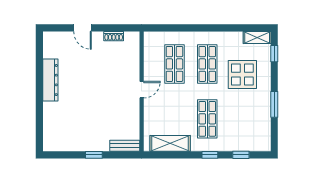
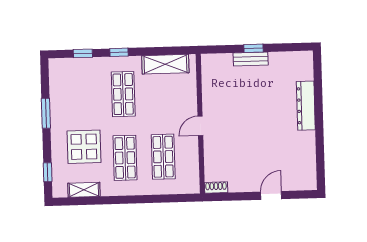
door: (83, 28) -> (271, 195), hinge flipped
shoe rack: (114, 36) -> (216, 188), moved
shelving: (257, 37) -> (84, 190), moved
dresser: (50, 80) -> (306, 106), moved
bench: (125, 146) -> (251, 59), moved

